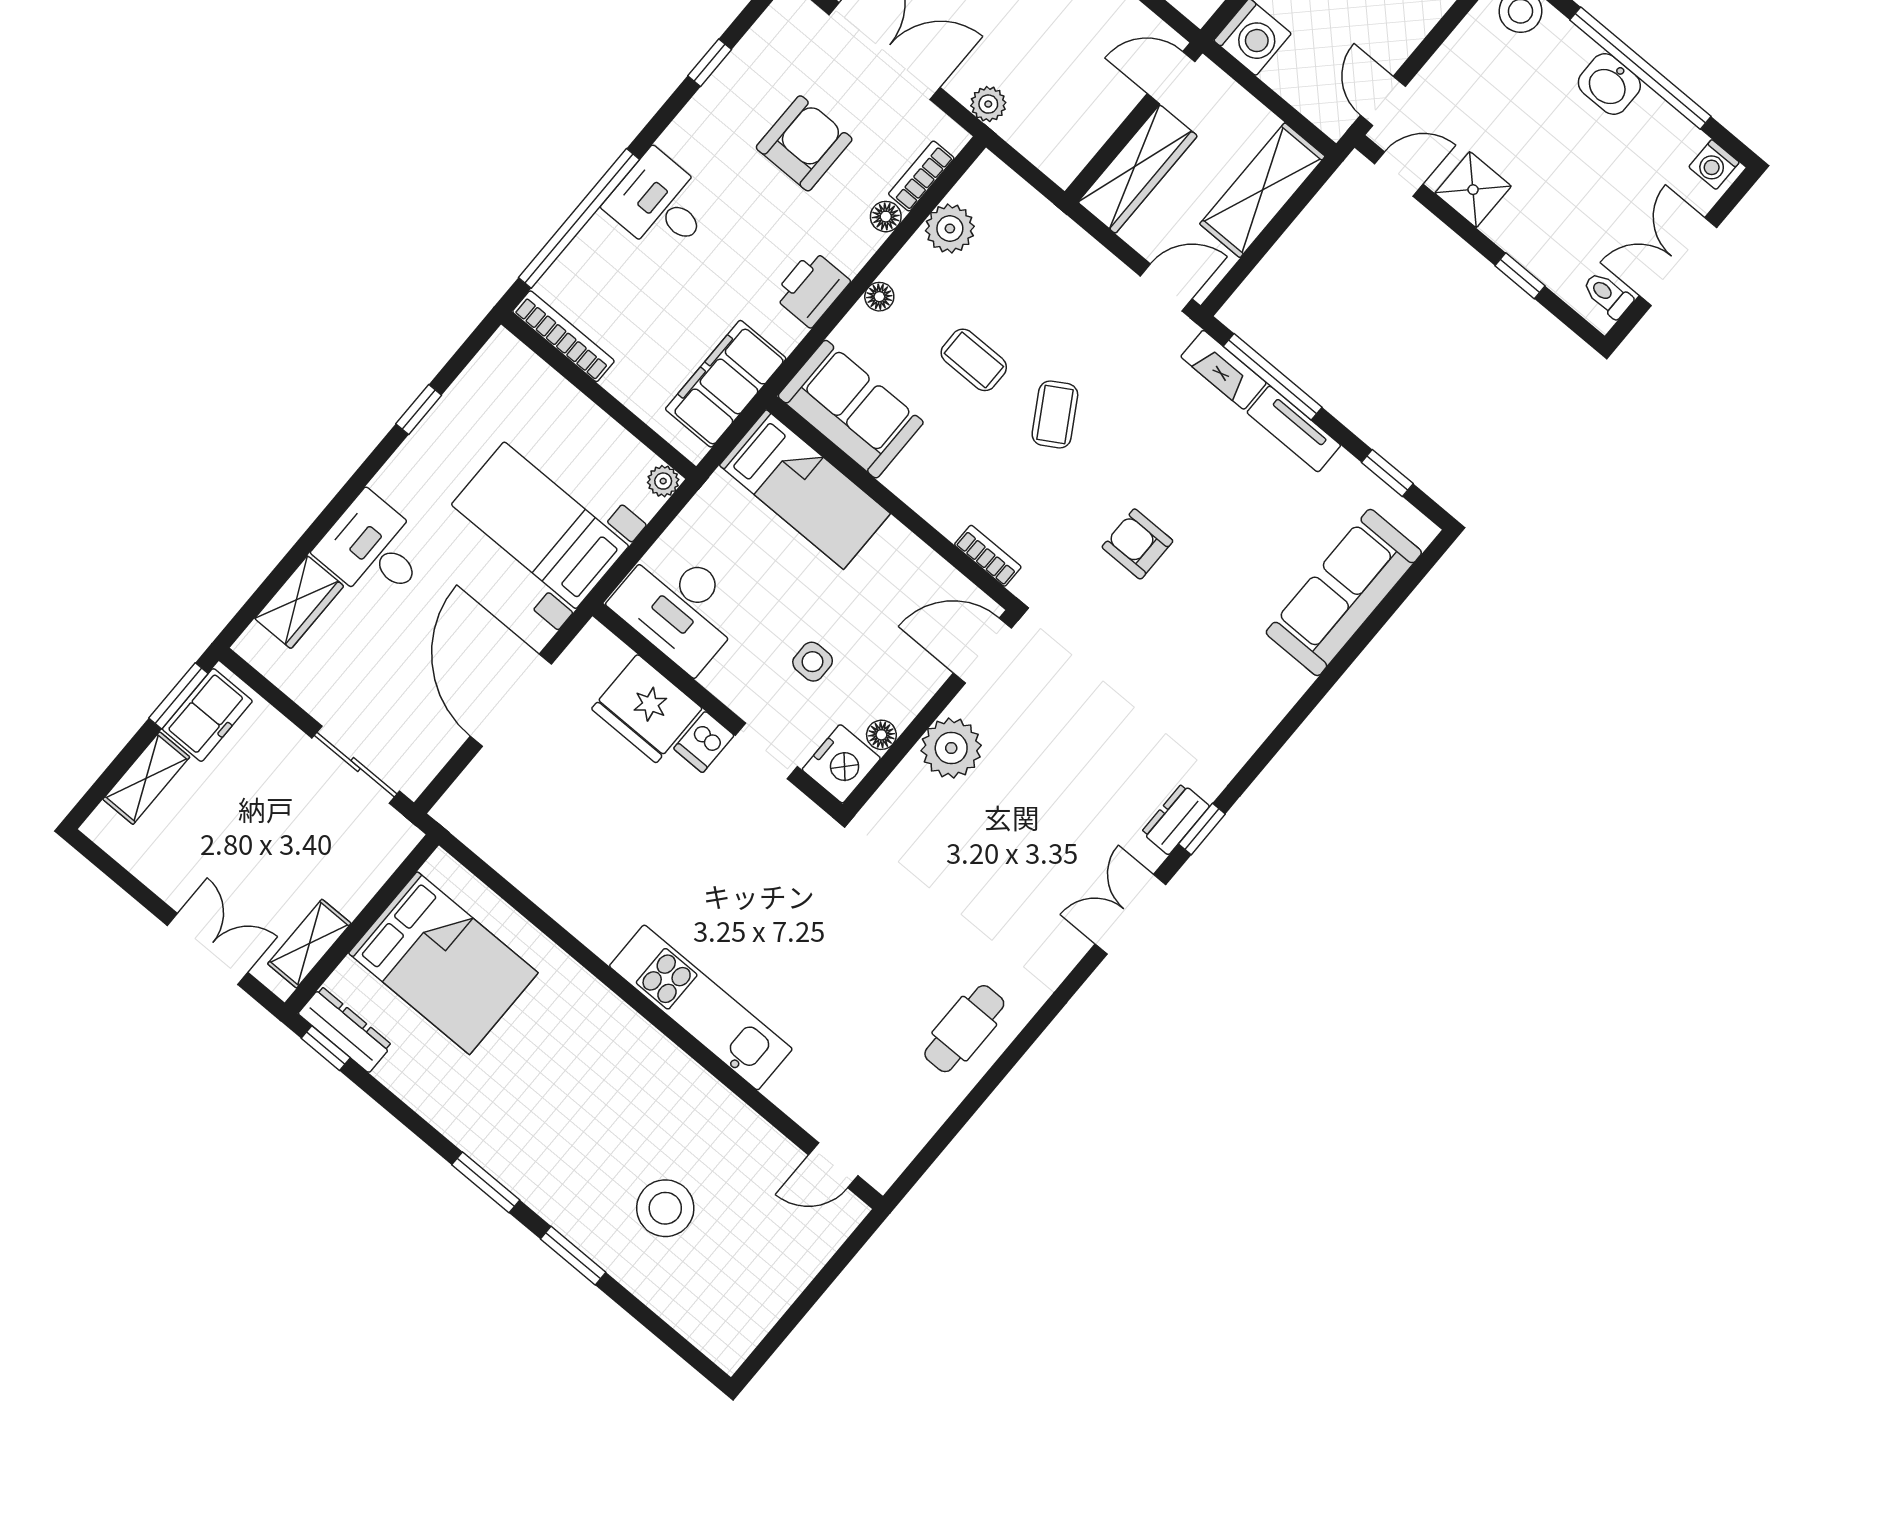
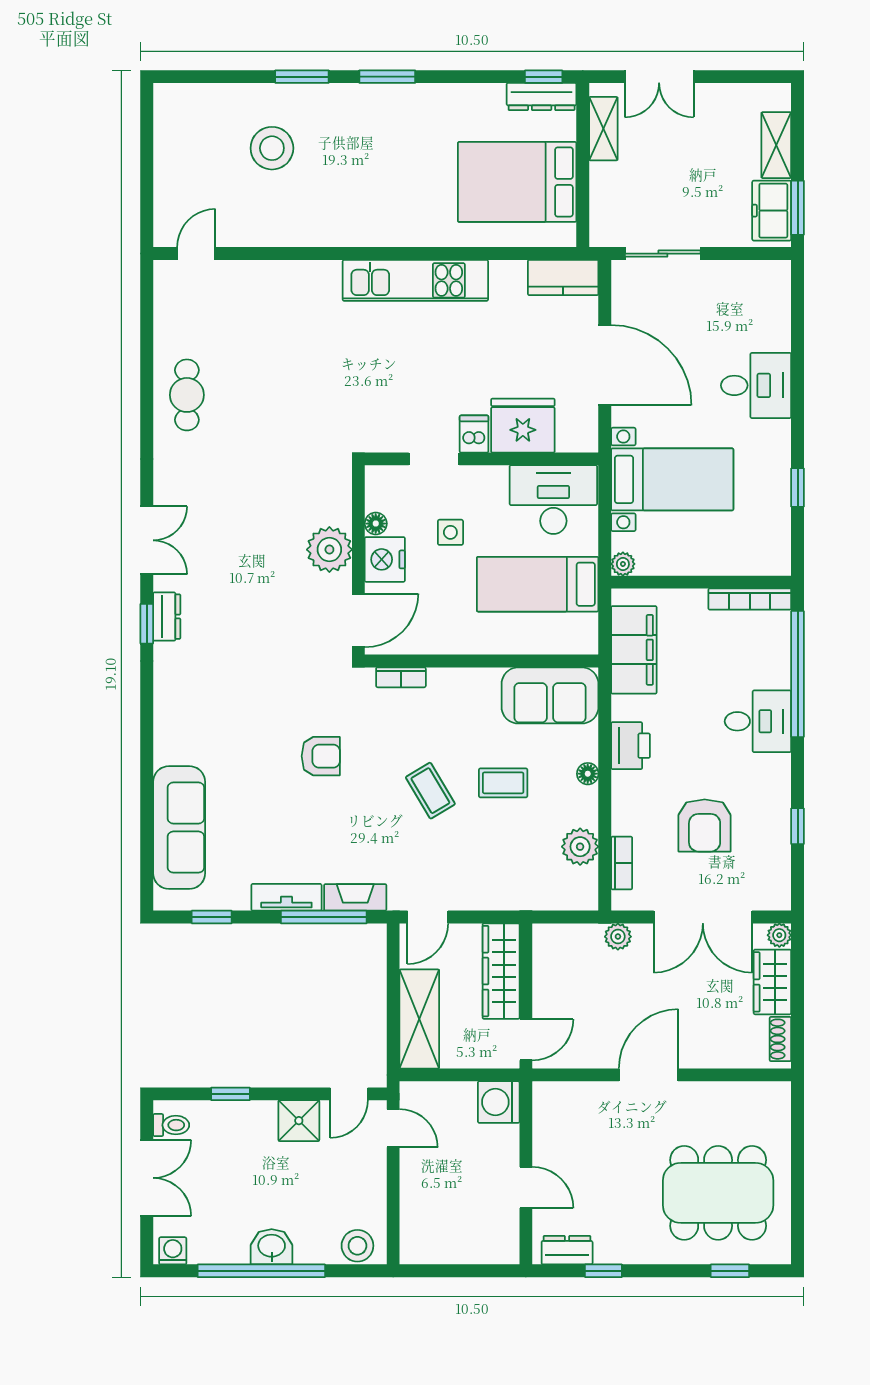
floor lamp: (886, 217) -> (623, 823), removed
bed: (805, 489) -> (538, 584), moved
wardrobe: (299, 602) -> (773, 319), removed
nightstand: (841, 764) -> (385, 559), moved
kitchen counter: (478, 826) -> (563, 278), added
kitchen unit: (701, 1007) -> (415, 280), moved

